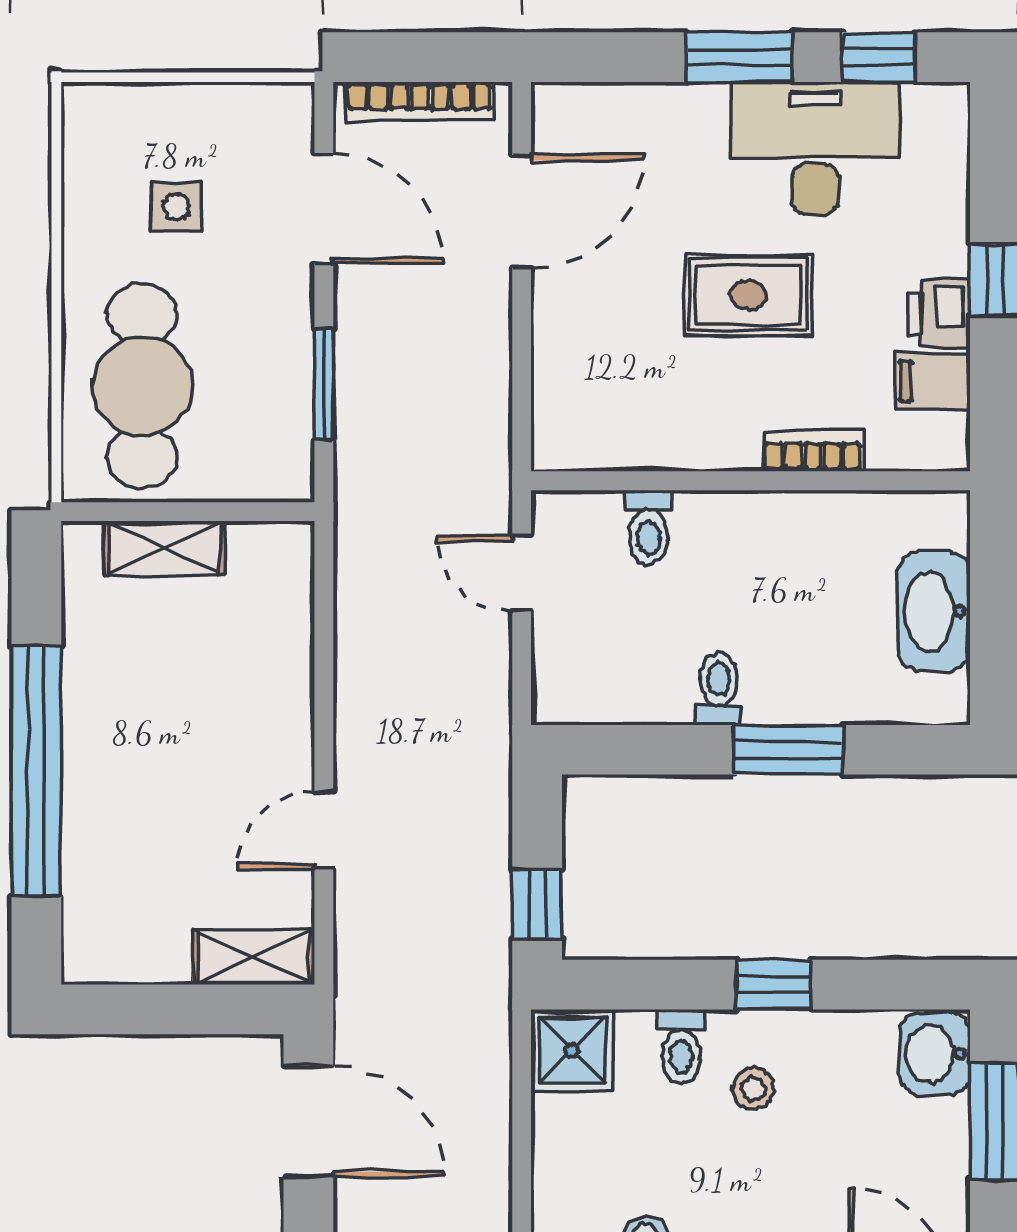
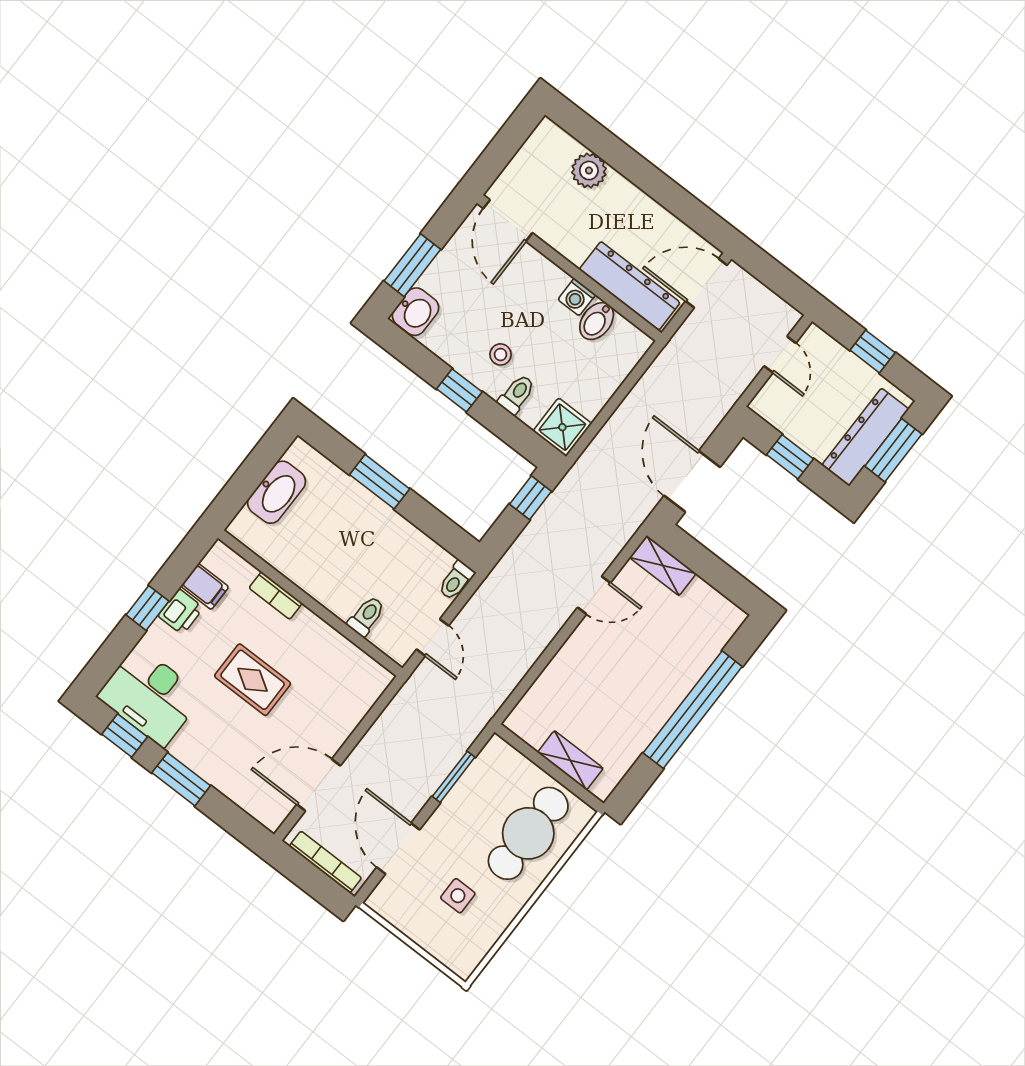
desk: (815, 148) -> (150, 696), moved
toilet: (719, 689) -> (456, 580), moved

